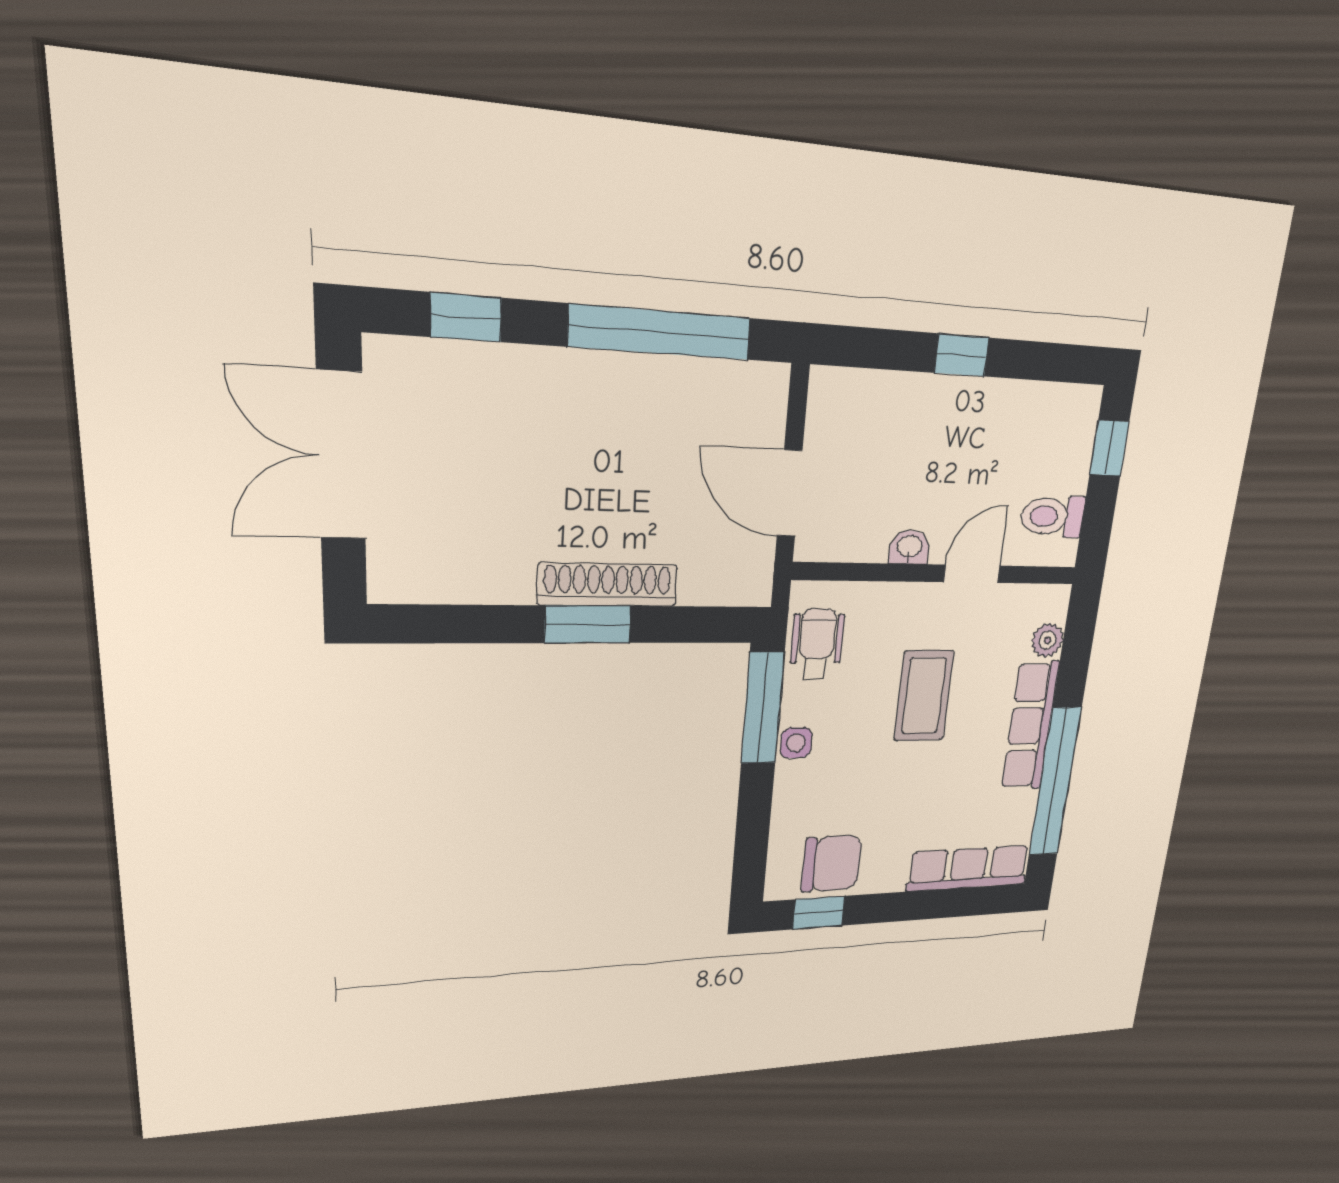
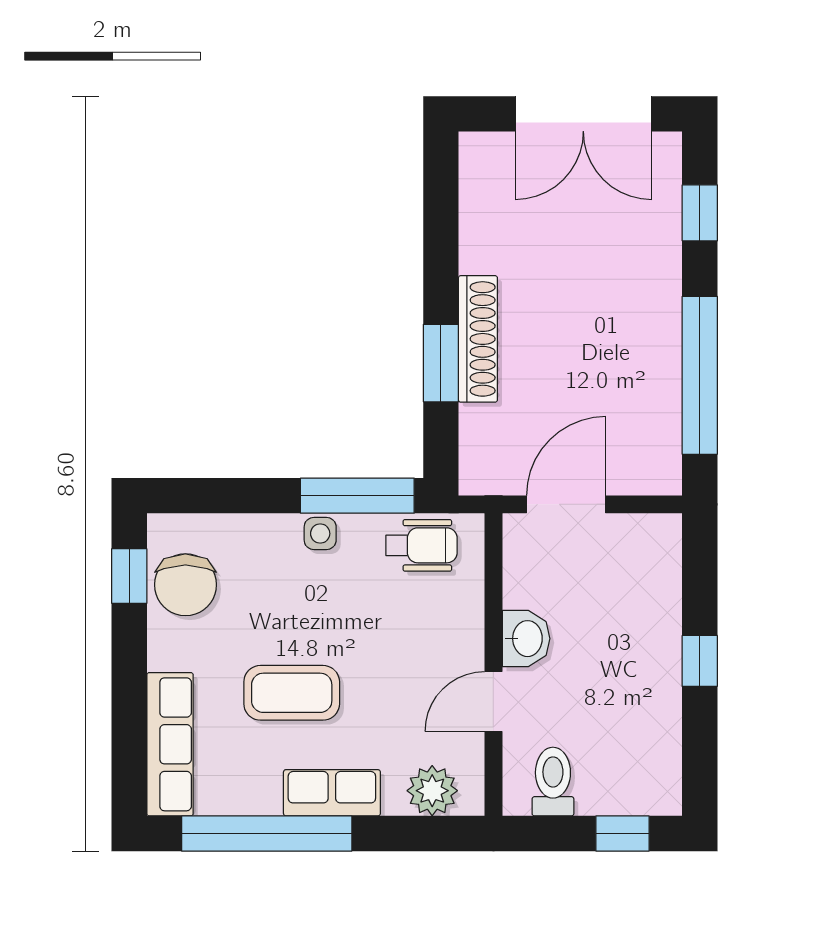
double door: (341, 456) -> (583, 114), swing flipped
washbasin: (909, 547) -> (526, 639), width x1.38, depth x1.45
door: (972, 574) -> (493, 701), swing flipped
window: (588, 624) -> (441, 363), moved
plant: (1047, 640) -> (432, 791), width x1.38, depth x1.38
coffee table: (924, 696) -> (292, 693), moved
row of seats: (1030, 726) -> (332, 793), width x0.68

